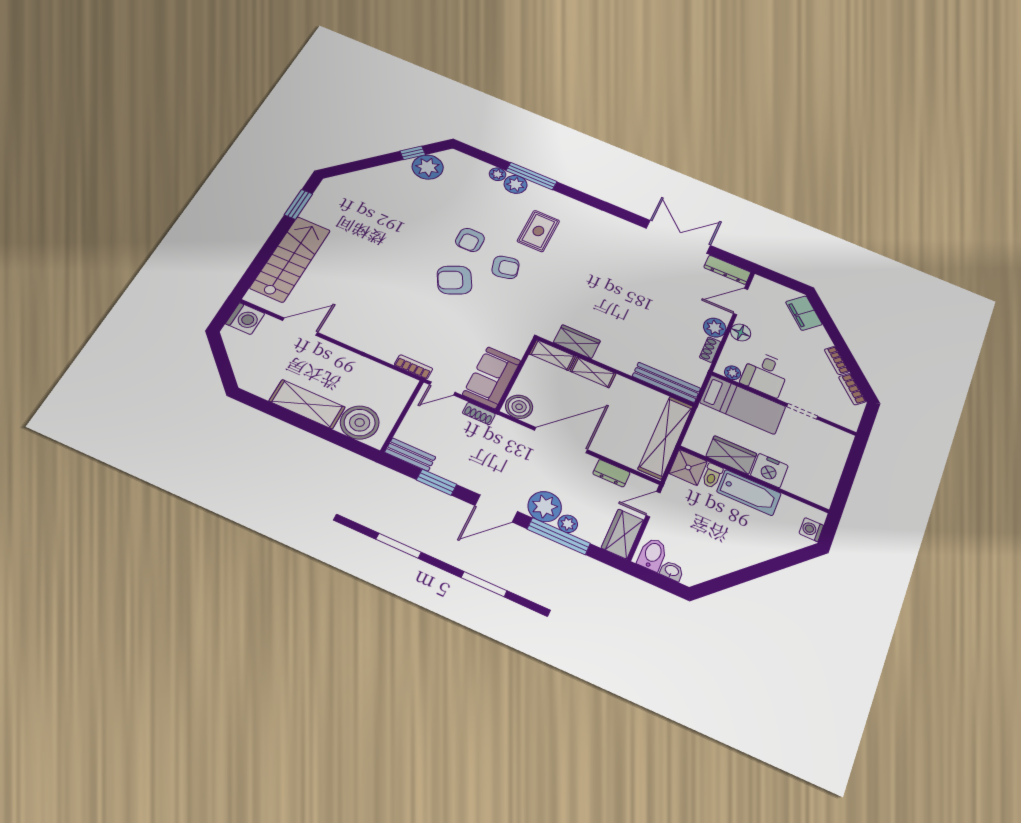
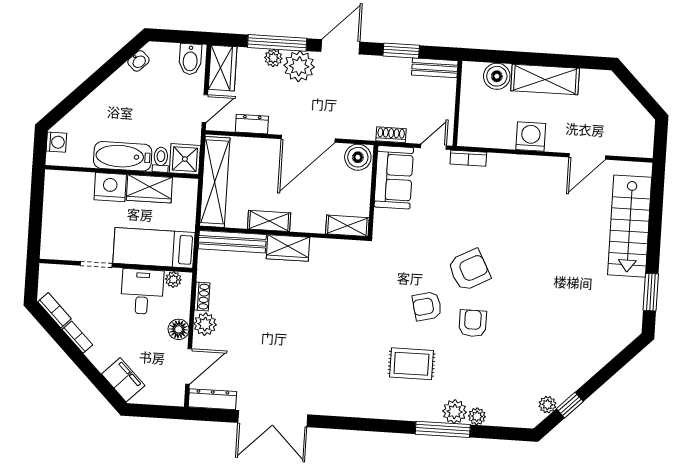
plant: (428, 167) -> (547, 405), width x0.53, depth x0.53
rug: (538, 231) -> (411, 364), turned 90
washing machine: (245, 319) -> (531, 137), moved, turned 90
wardrobe: (577, 342) -> (288, 248), moved
shelving: (593, 372) -> (269, 221), moved
boiler: (360, 423) -> (497, 76), width x0.73, depth x0.73
washbasin: (672, 571) -> (138, 61), moved, turned -45

